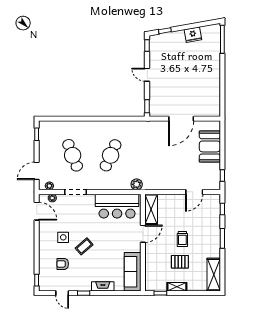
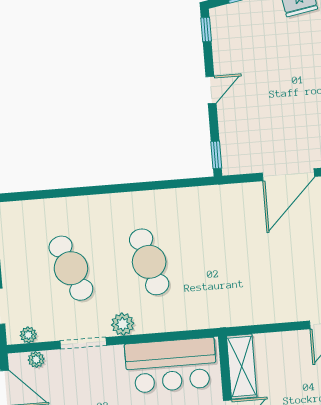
door: (147, 75) -> (211, 90), swing flipped
cafe table: (111, 155) -> (149, 262), turned -39
plant: (137, 184) -> (123, 324), moved

